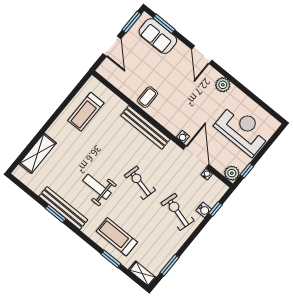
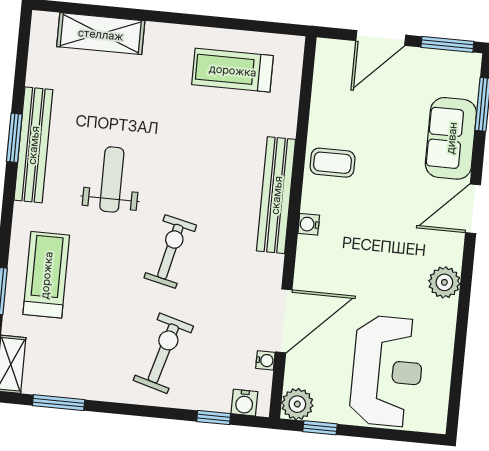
sofa: (158, 36) -> (451, 138), moved
water cooler: (183, 137) -> (309, 224), moved
water cooler: (204, 210) -> (244, 403), moved

